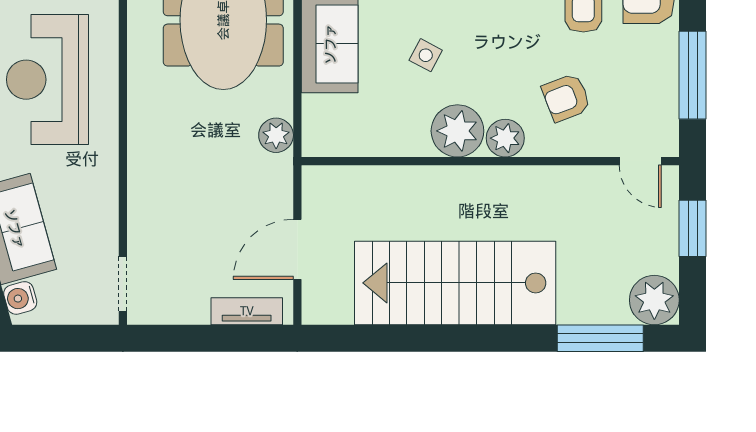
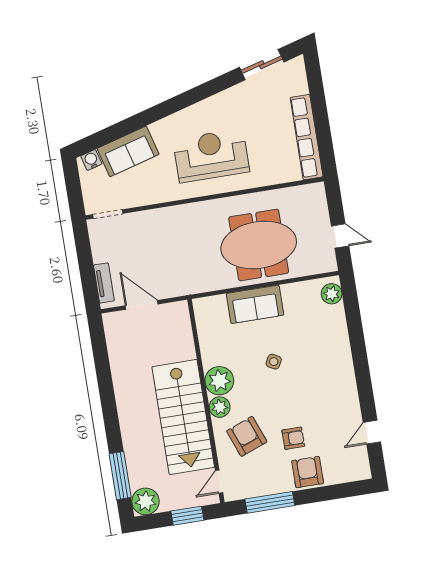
side table: (426, 55) -> (274, 362), moved
armchair: (566, 98) -> (247, 436), width x1.38, depth x1.38
plant: (276, 135) -> (201, 283), removed
stairs: (455, 283) -> (183, 417), moved, turned 180

